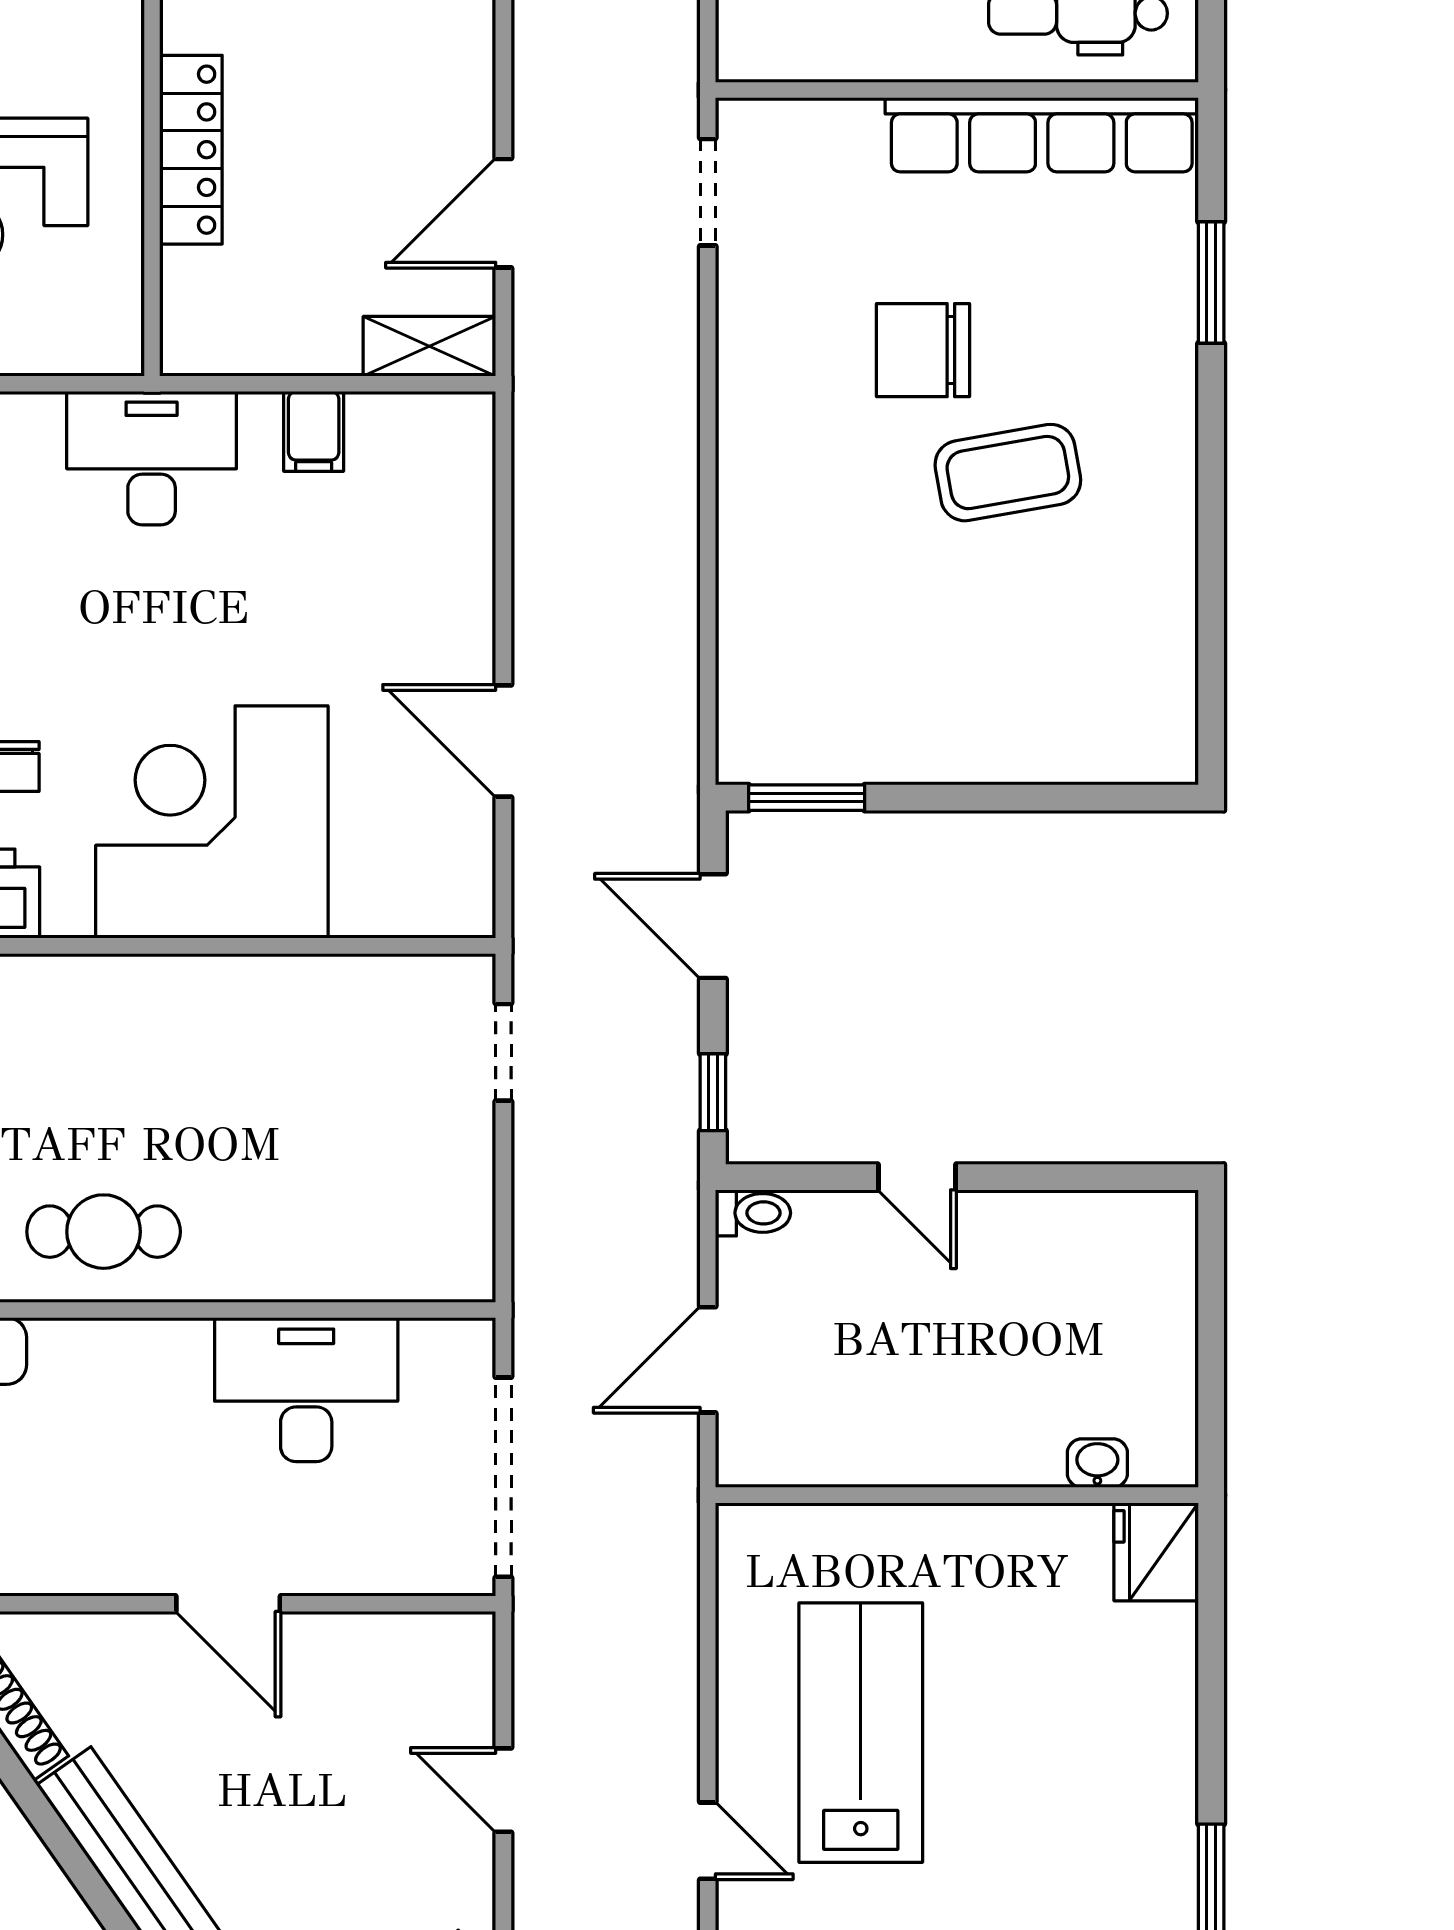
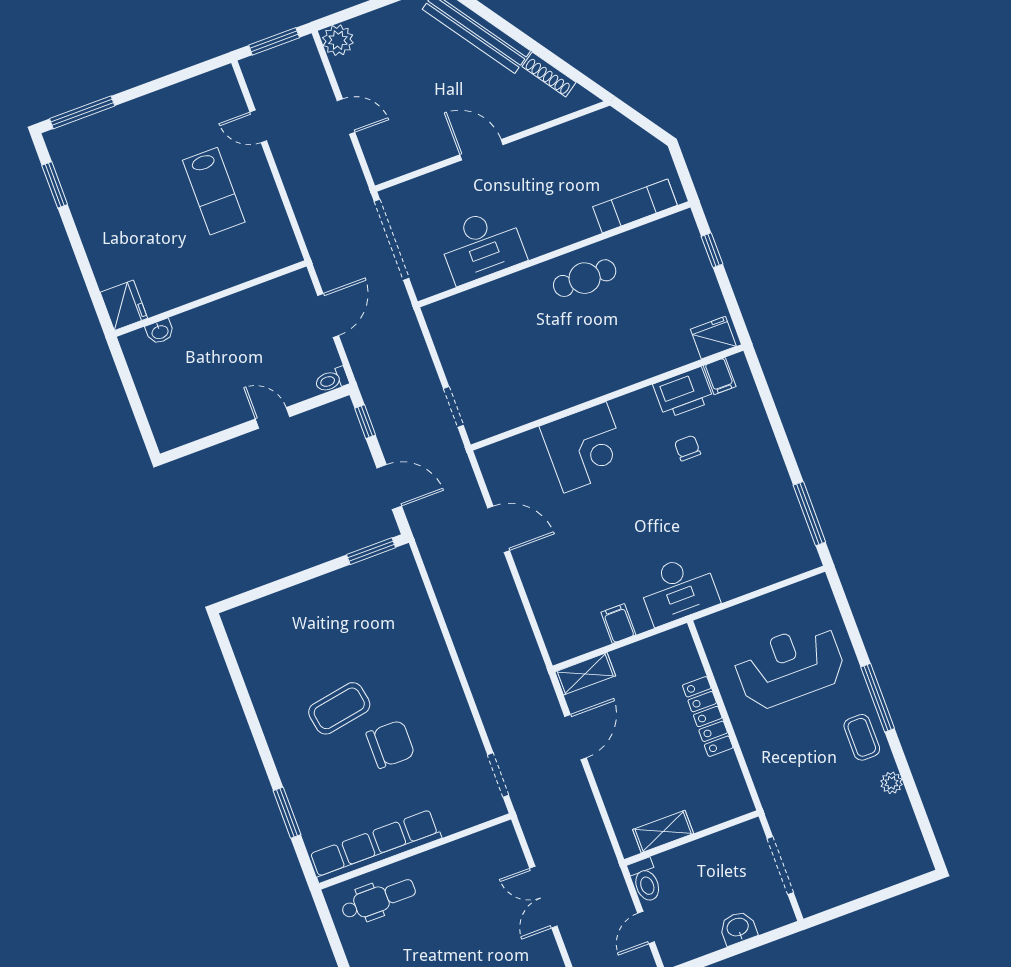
corner desk: (212, 822) -> (585, 447), width x0.74, depth x0.74
lab bench: (861, 1733) -> (214, 191), width x0.73, depth x0.72

